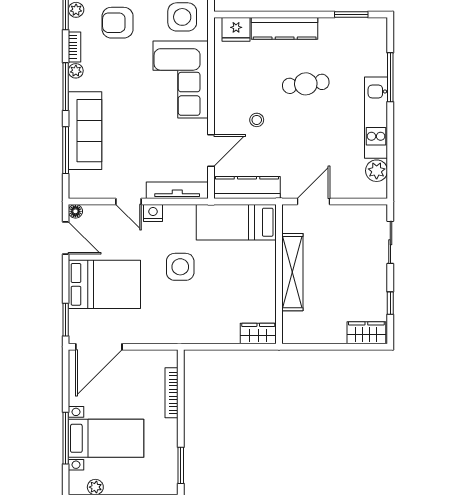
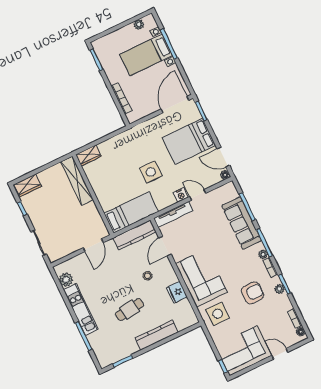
fridge: (236, 29) -> (177, 292), moved, turned -90
shelving: (292, 272) -> (77, 181), moved

